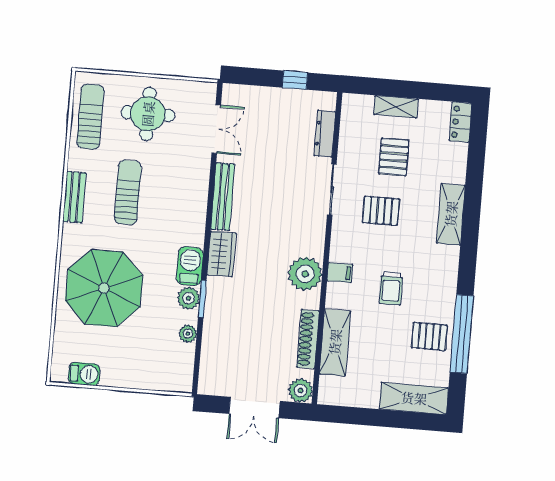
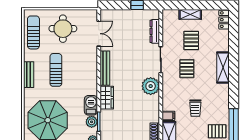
pallet: (381, 211) -> (187, 69), turned 90
filing cabinet: (340, 273) -> (168, 116), moved
plant: (305, 274) -> (151, 86), moved

